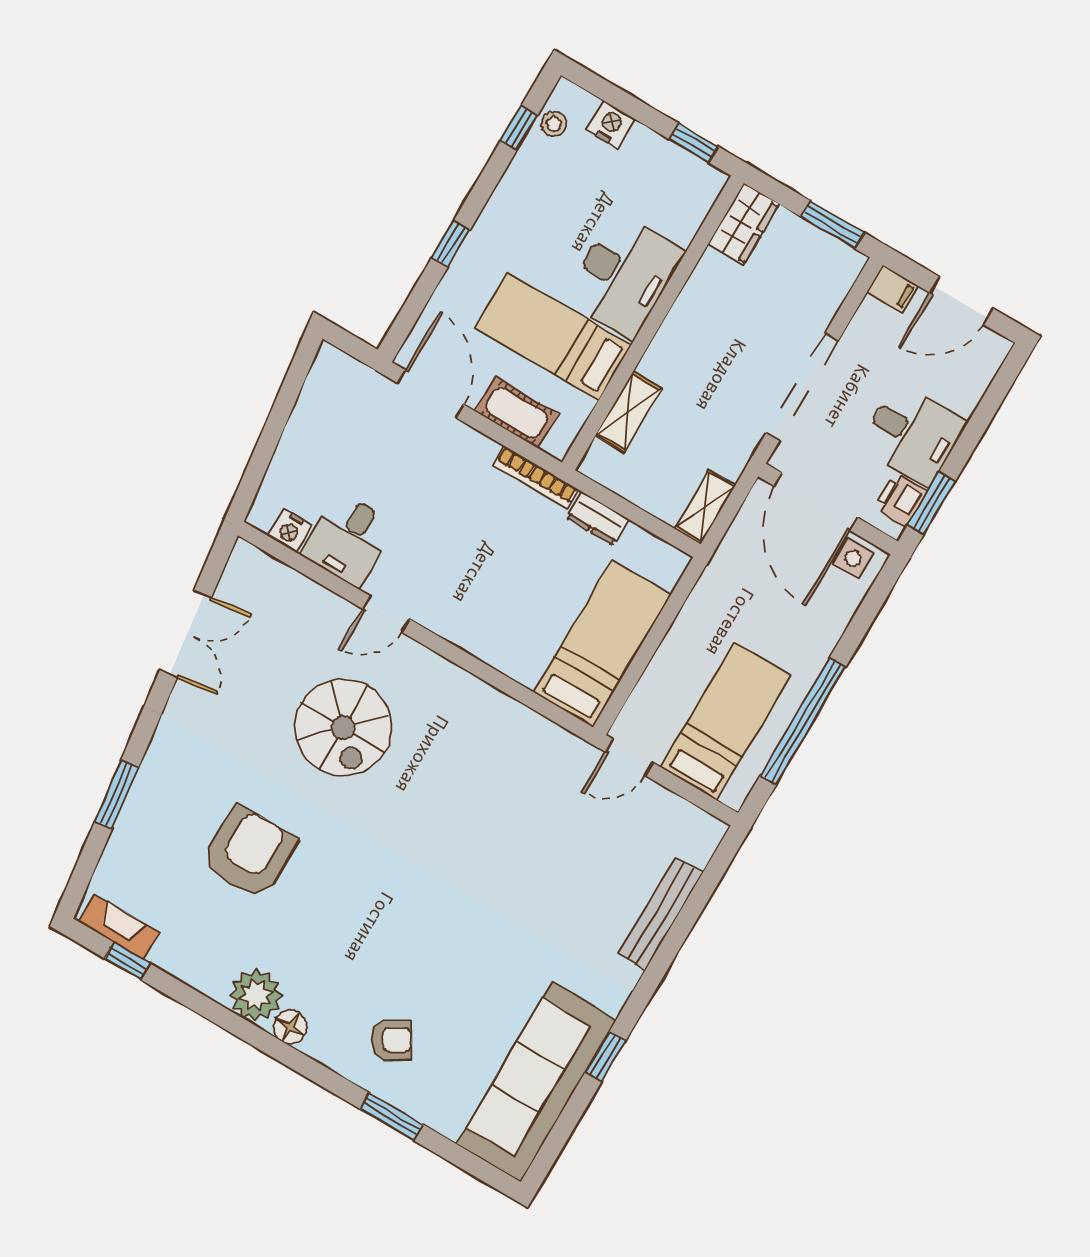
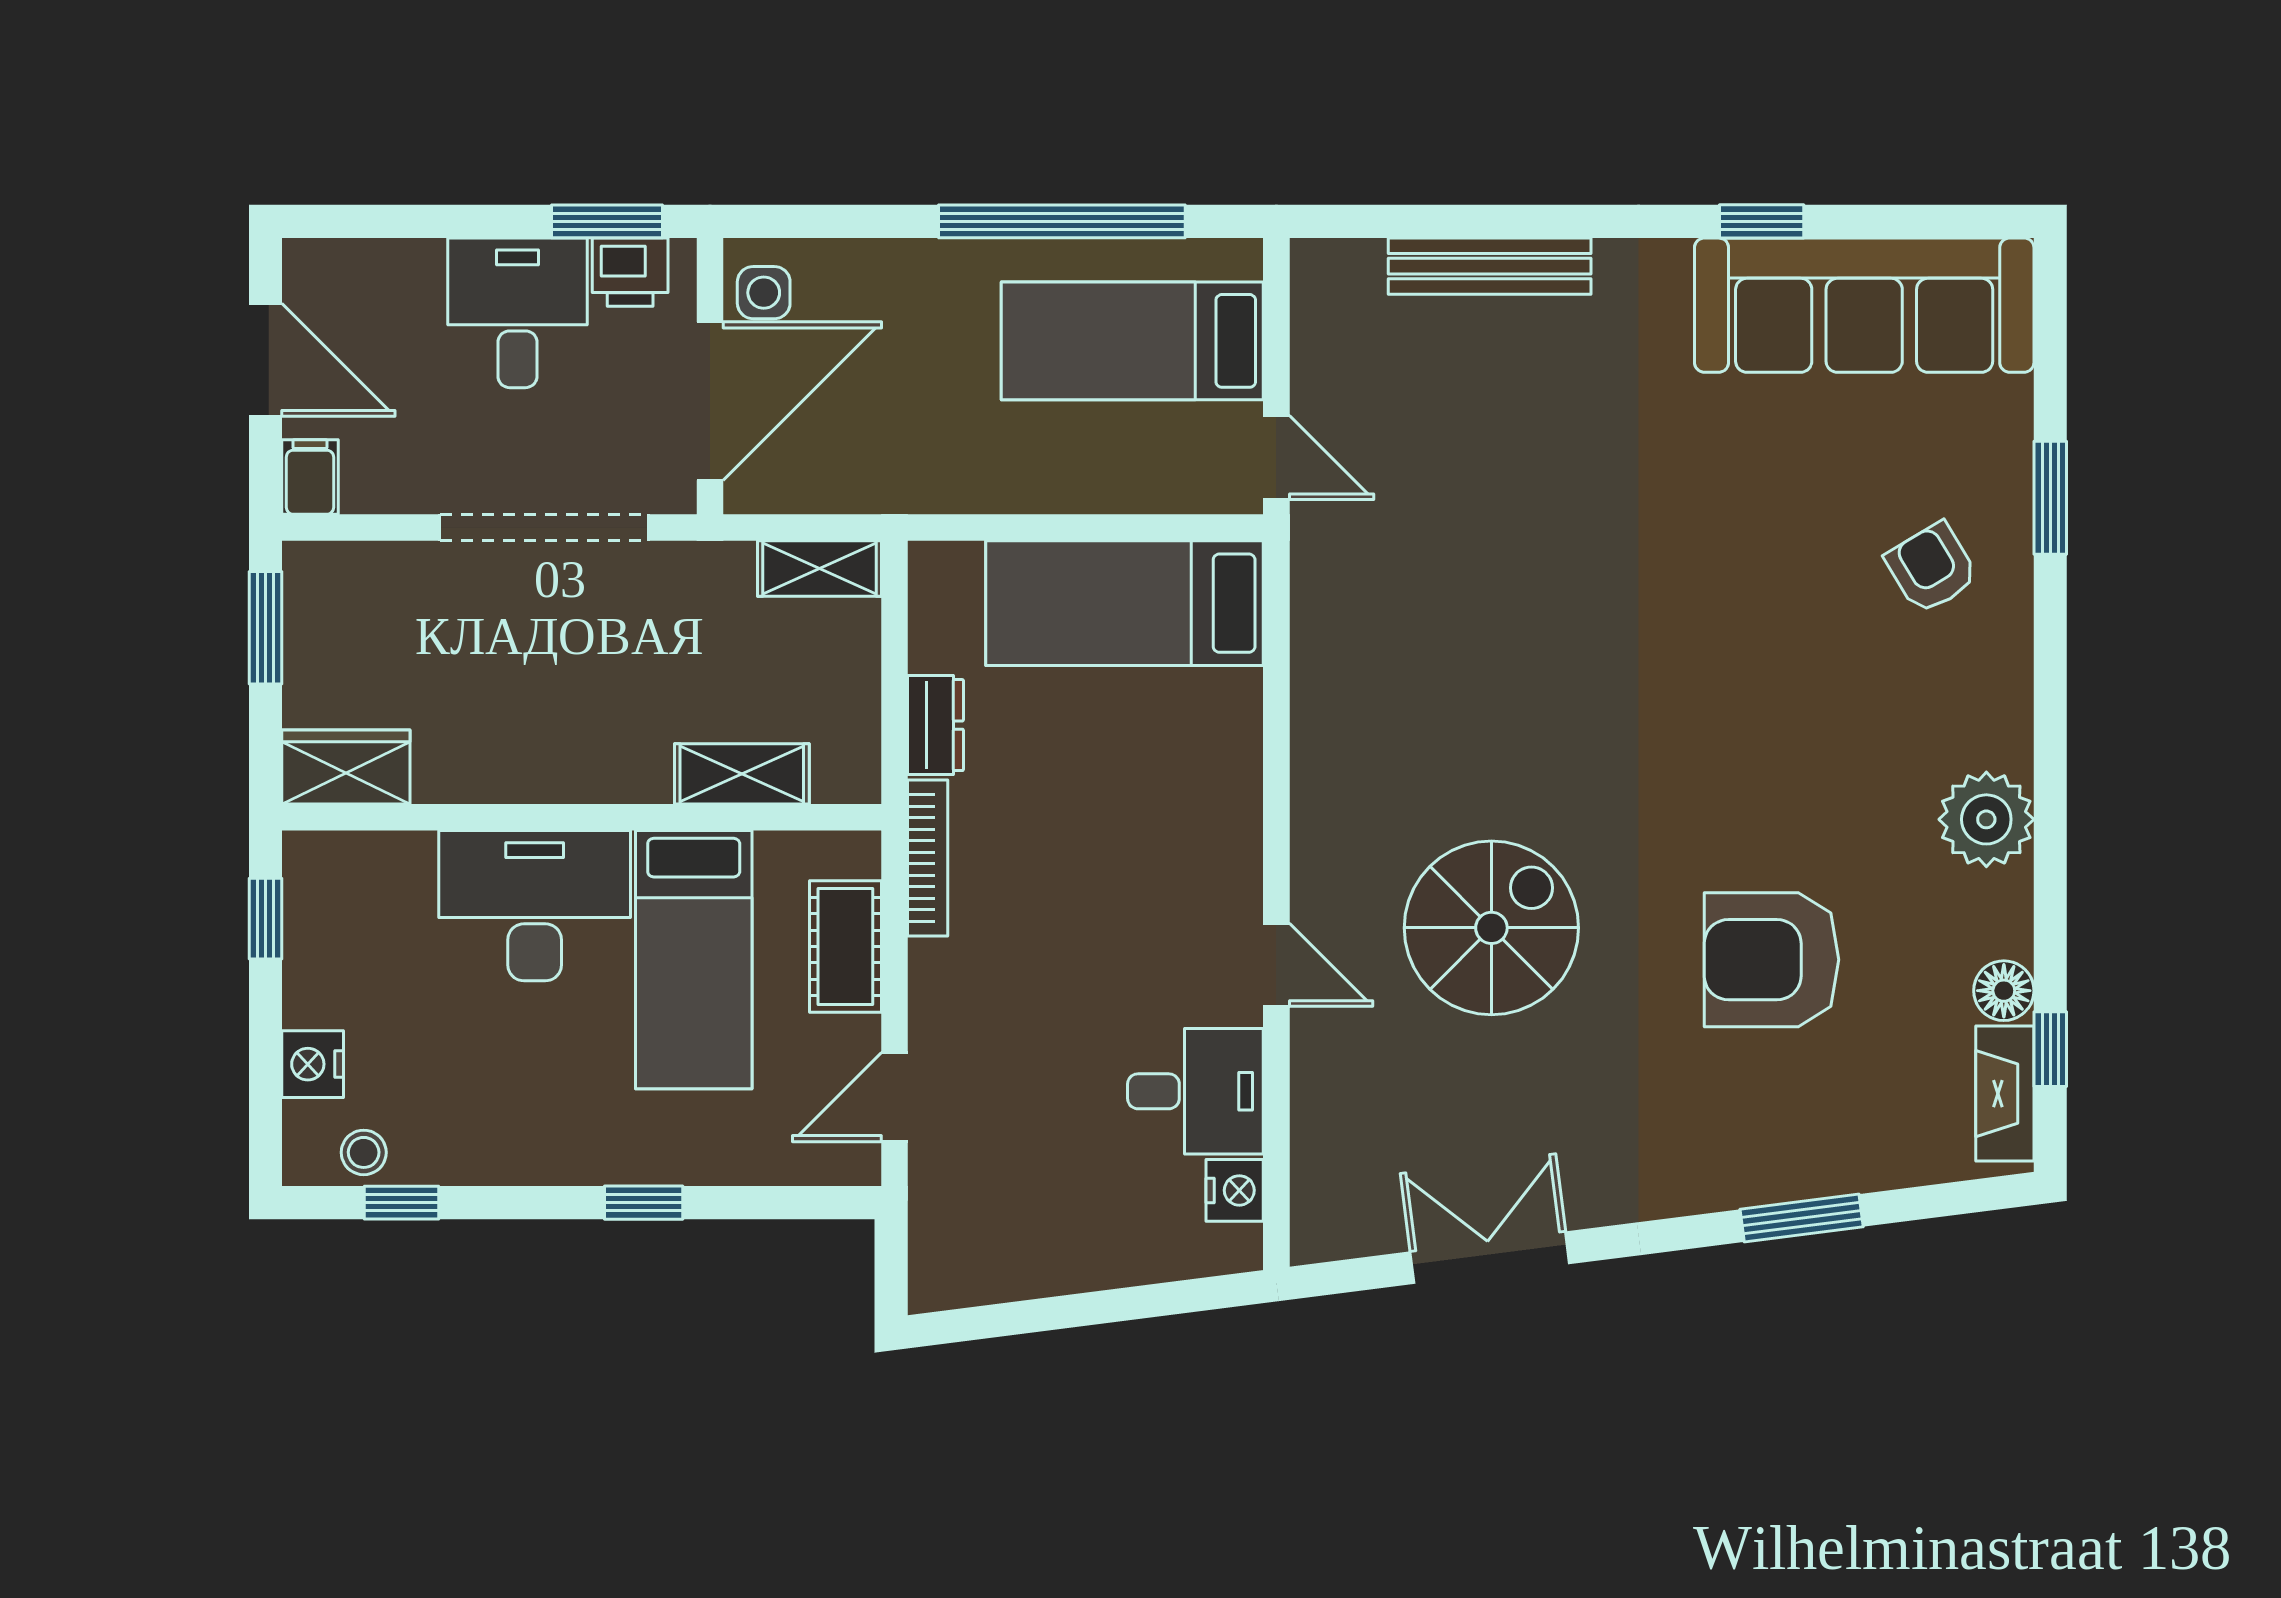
door: (431, 394) -> (894, 1097), width x0.73
floor lamp: (290, 1027) -> (2004, 991), moved

